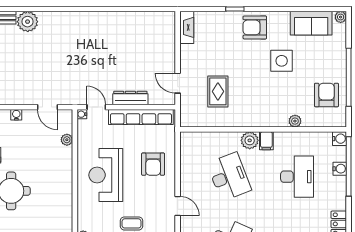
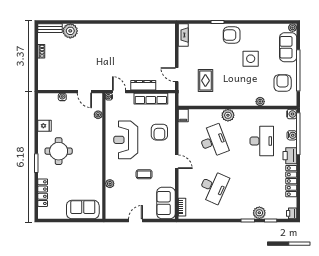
sofa: (311, 23) -> (288, 47), moved, turned 90
row of seats: (141, 117) -> (151, 99), width x0.73
filing cabinet: (266, 141) -> (183, 116), moved
printer: (337, 197) -> (290, 156), added

